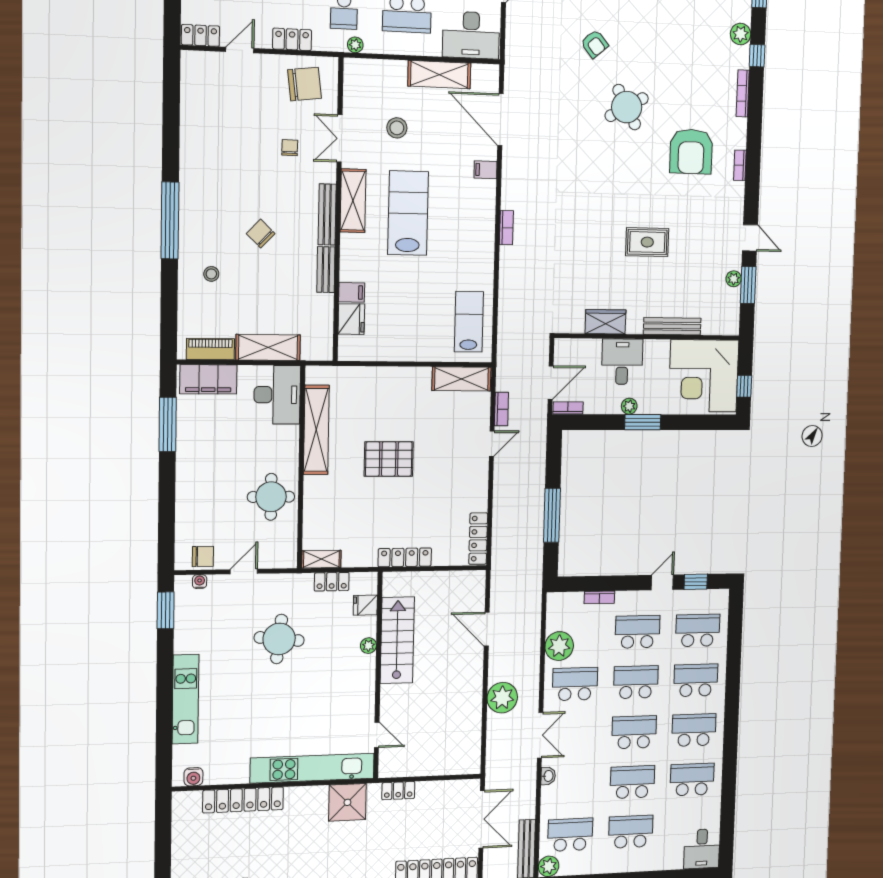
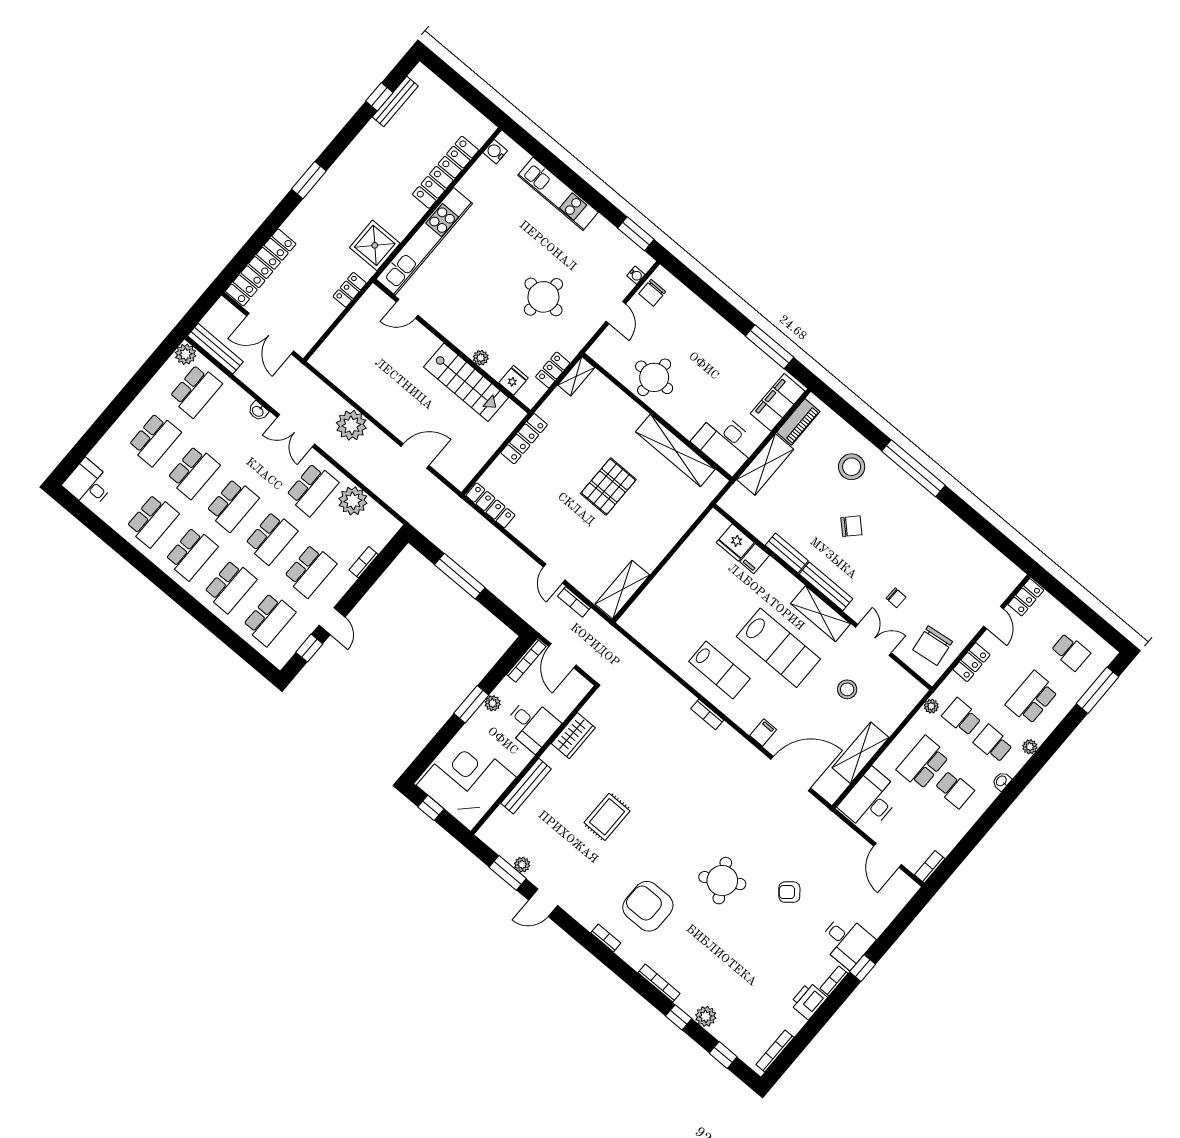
stool: (211, 274) -> (852, 467), width x1.89, depth x1.89
lab bench: (469, 322) -> (720, 670), moved
bookcase: (568, 408) -> (526, 661), width x1.56

